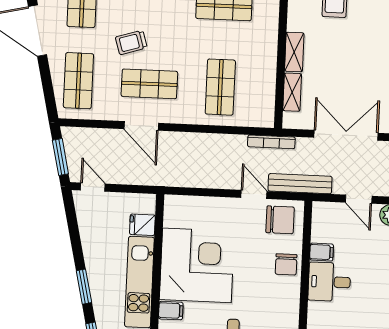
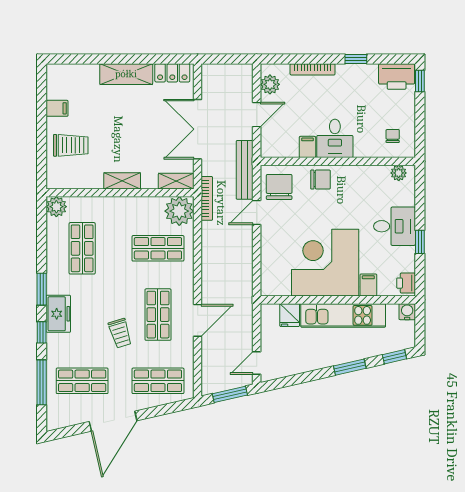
shelving: (292, 92) -> (176, 181), moved
plant: (259, 112) -> (179, 211), added

